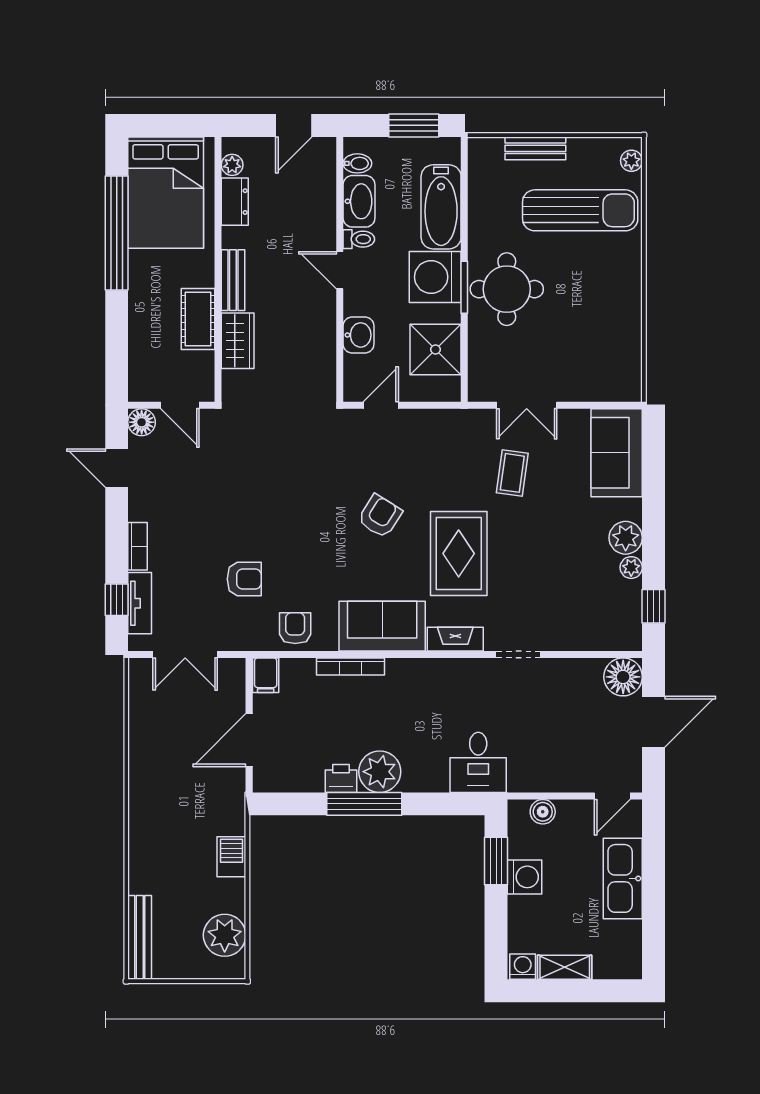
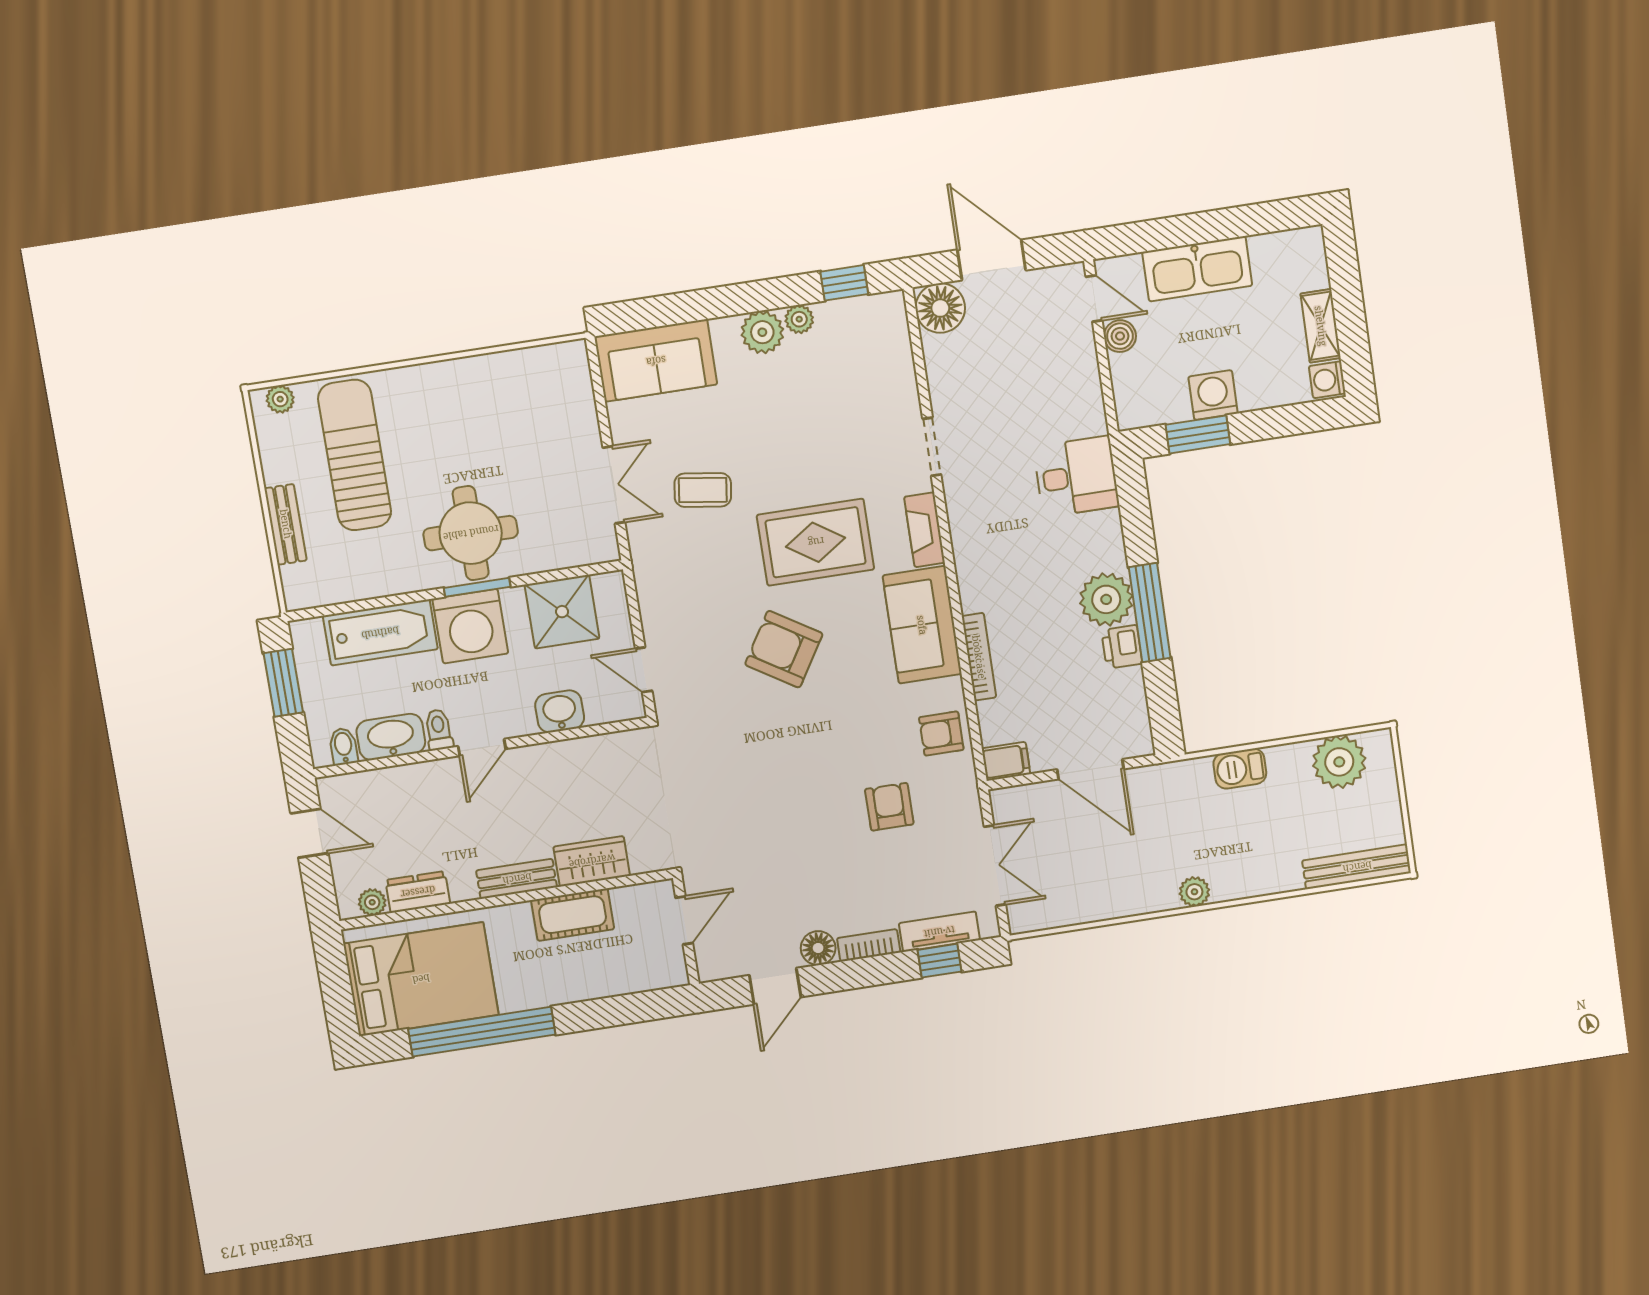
floor lamp: (142, 422) -> (818, 948), moved
armchair: (380, 516) -> (784, 649), width x1.38, depth x1.38
plant: (140, 808) -> (1194, 892), added
boiler: (543, 812) -> (1120, 336), moved

